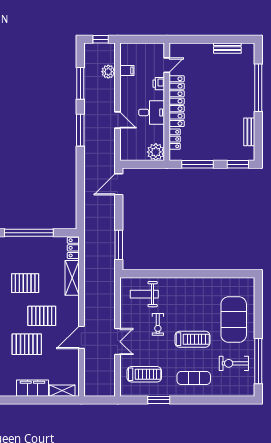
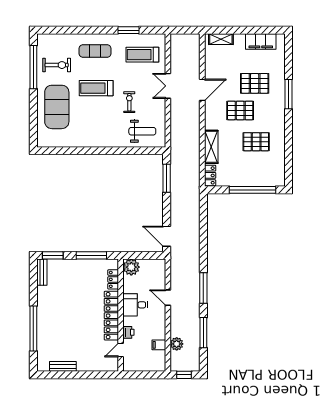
bench: (249, 132) -> (42, 272), moved
door: (119, 184) -> (167, 236), swing flipped
filing cabinet: (32, 388) -> (261, 41), moved

